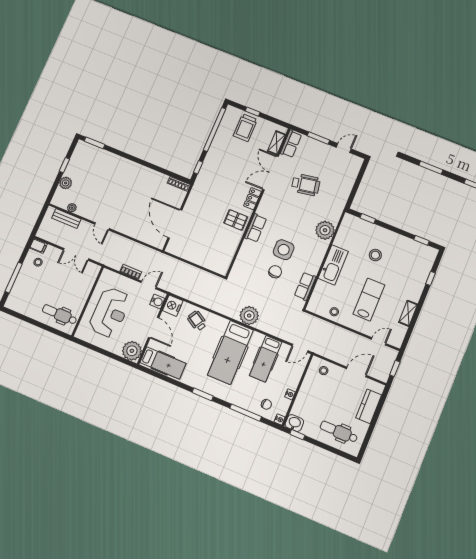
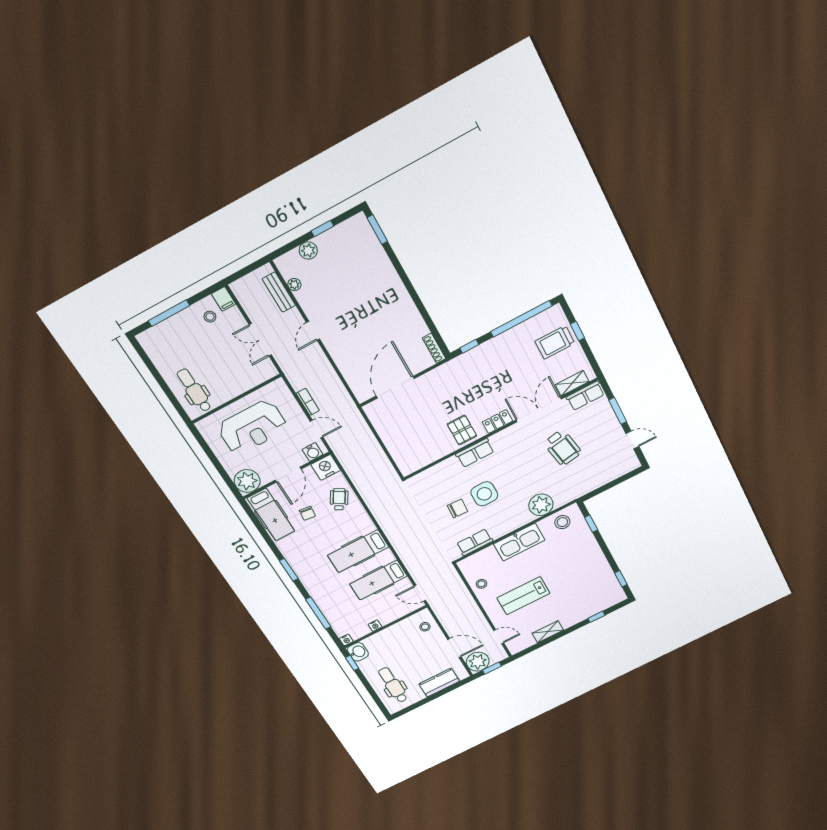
stool: (375, 255) -> (562, 522), moved
lab bench: (369, 300) -> (523, 596), turned 180
plant: (249, 316) -> (478, 662), moved
hospital bed: (230, 352) -> (358, 551), width x0.73, depth x0.78
chair: (266, 404) -> (307, 513), moved

